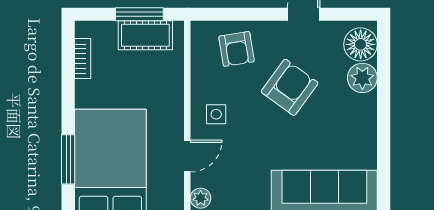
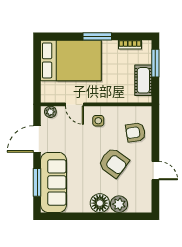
window: (139, 14) -> (155, 63), moved
floor lamp: (361, 44) -> (100, 203), moved
window: (68, 159) -> (97, 36), moved

